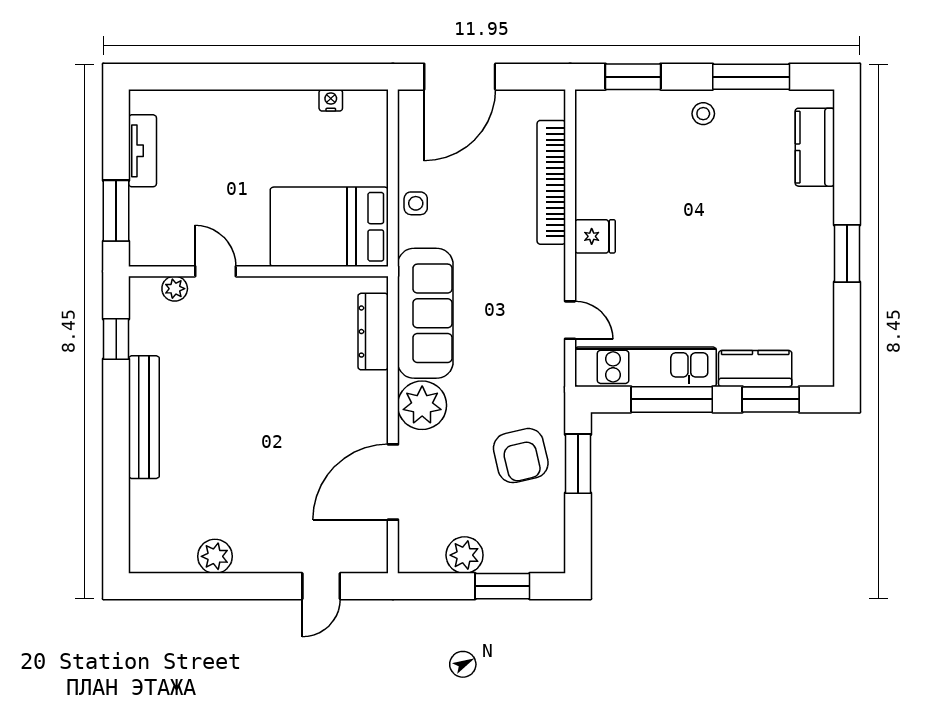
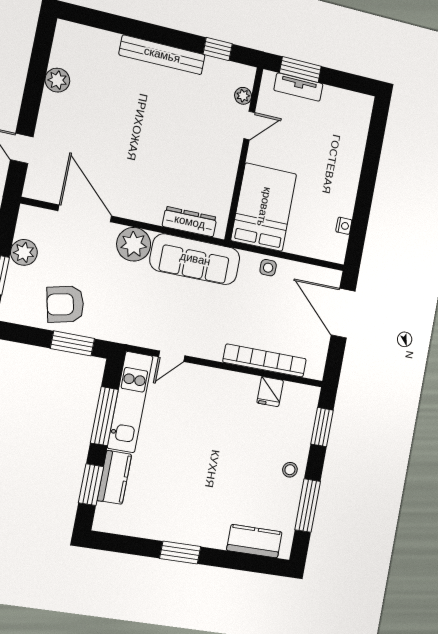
tv unit: (142, 151) -> (298, 87), moved
fridge: (595, 236) -> (270, 392), moved
armchair: (521, 456) -> (65, 304), moved

